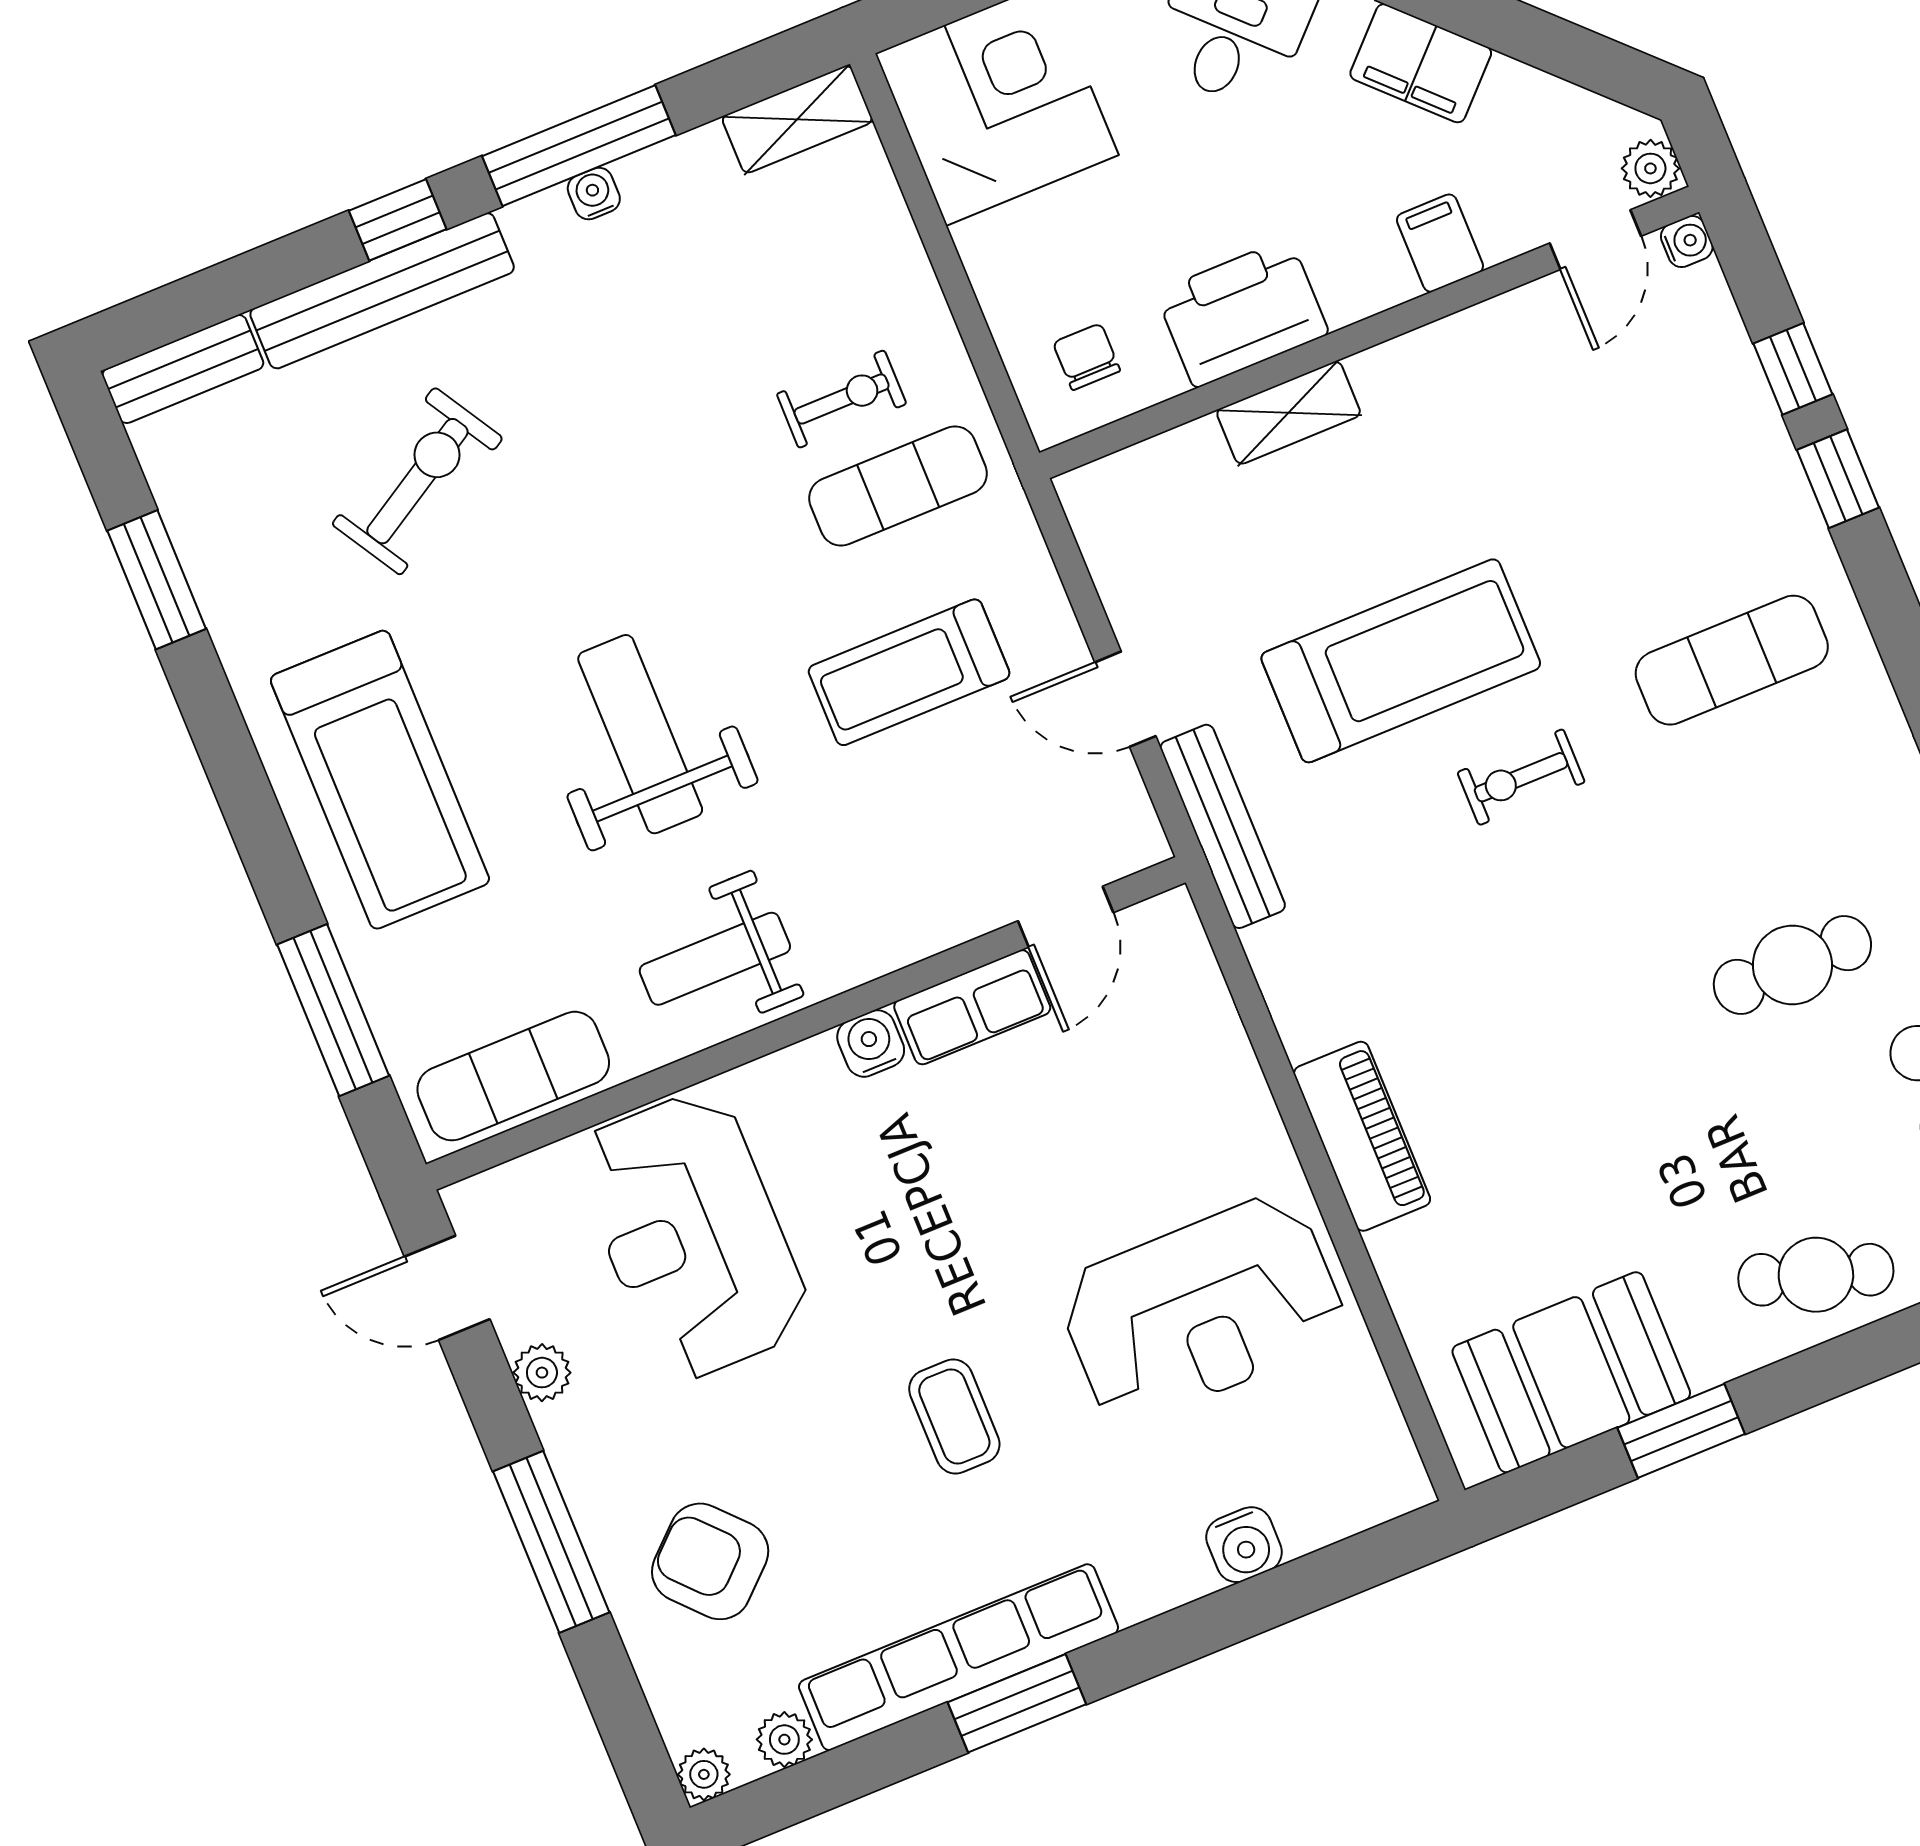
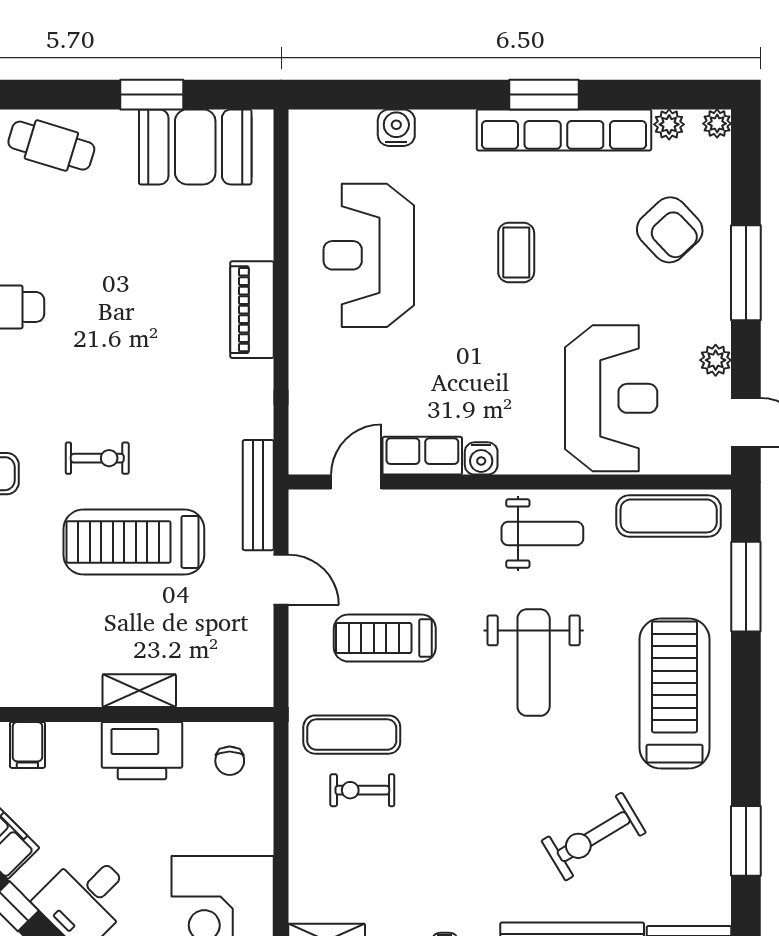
treadmill: (909, 672) -> (385, 638), turned 180
reception desk: (1202, 1309) -> (369, 255), turned -90

